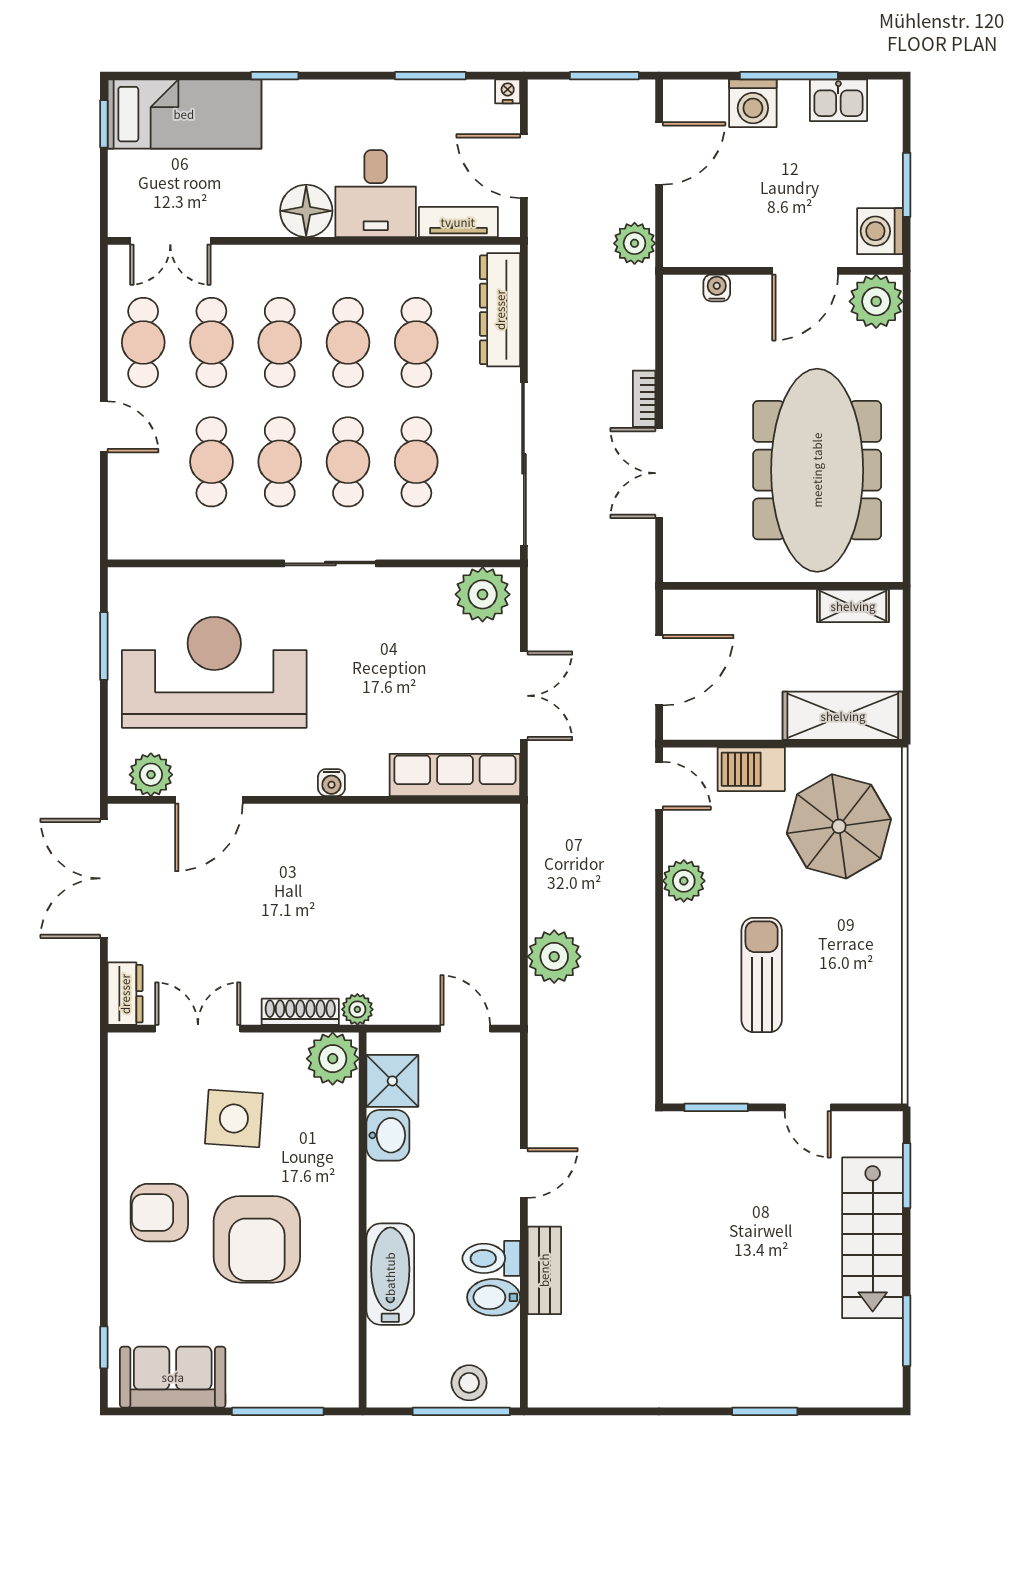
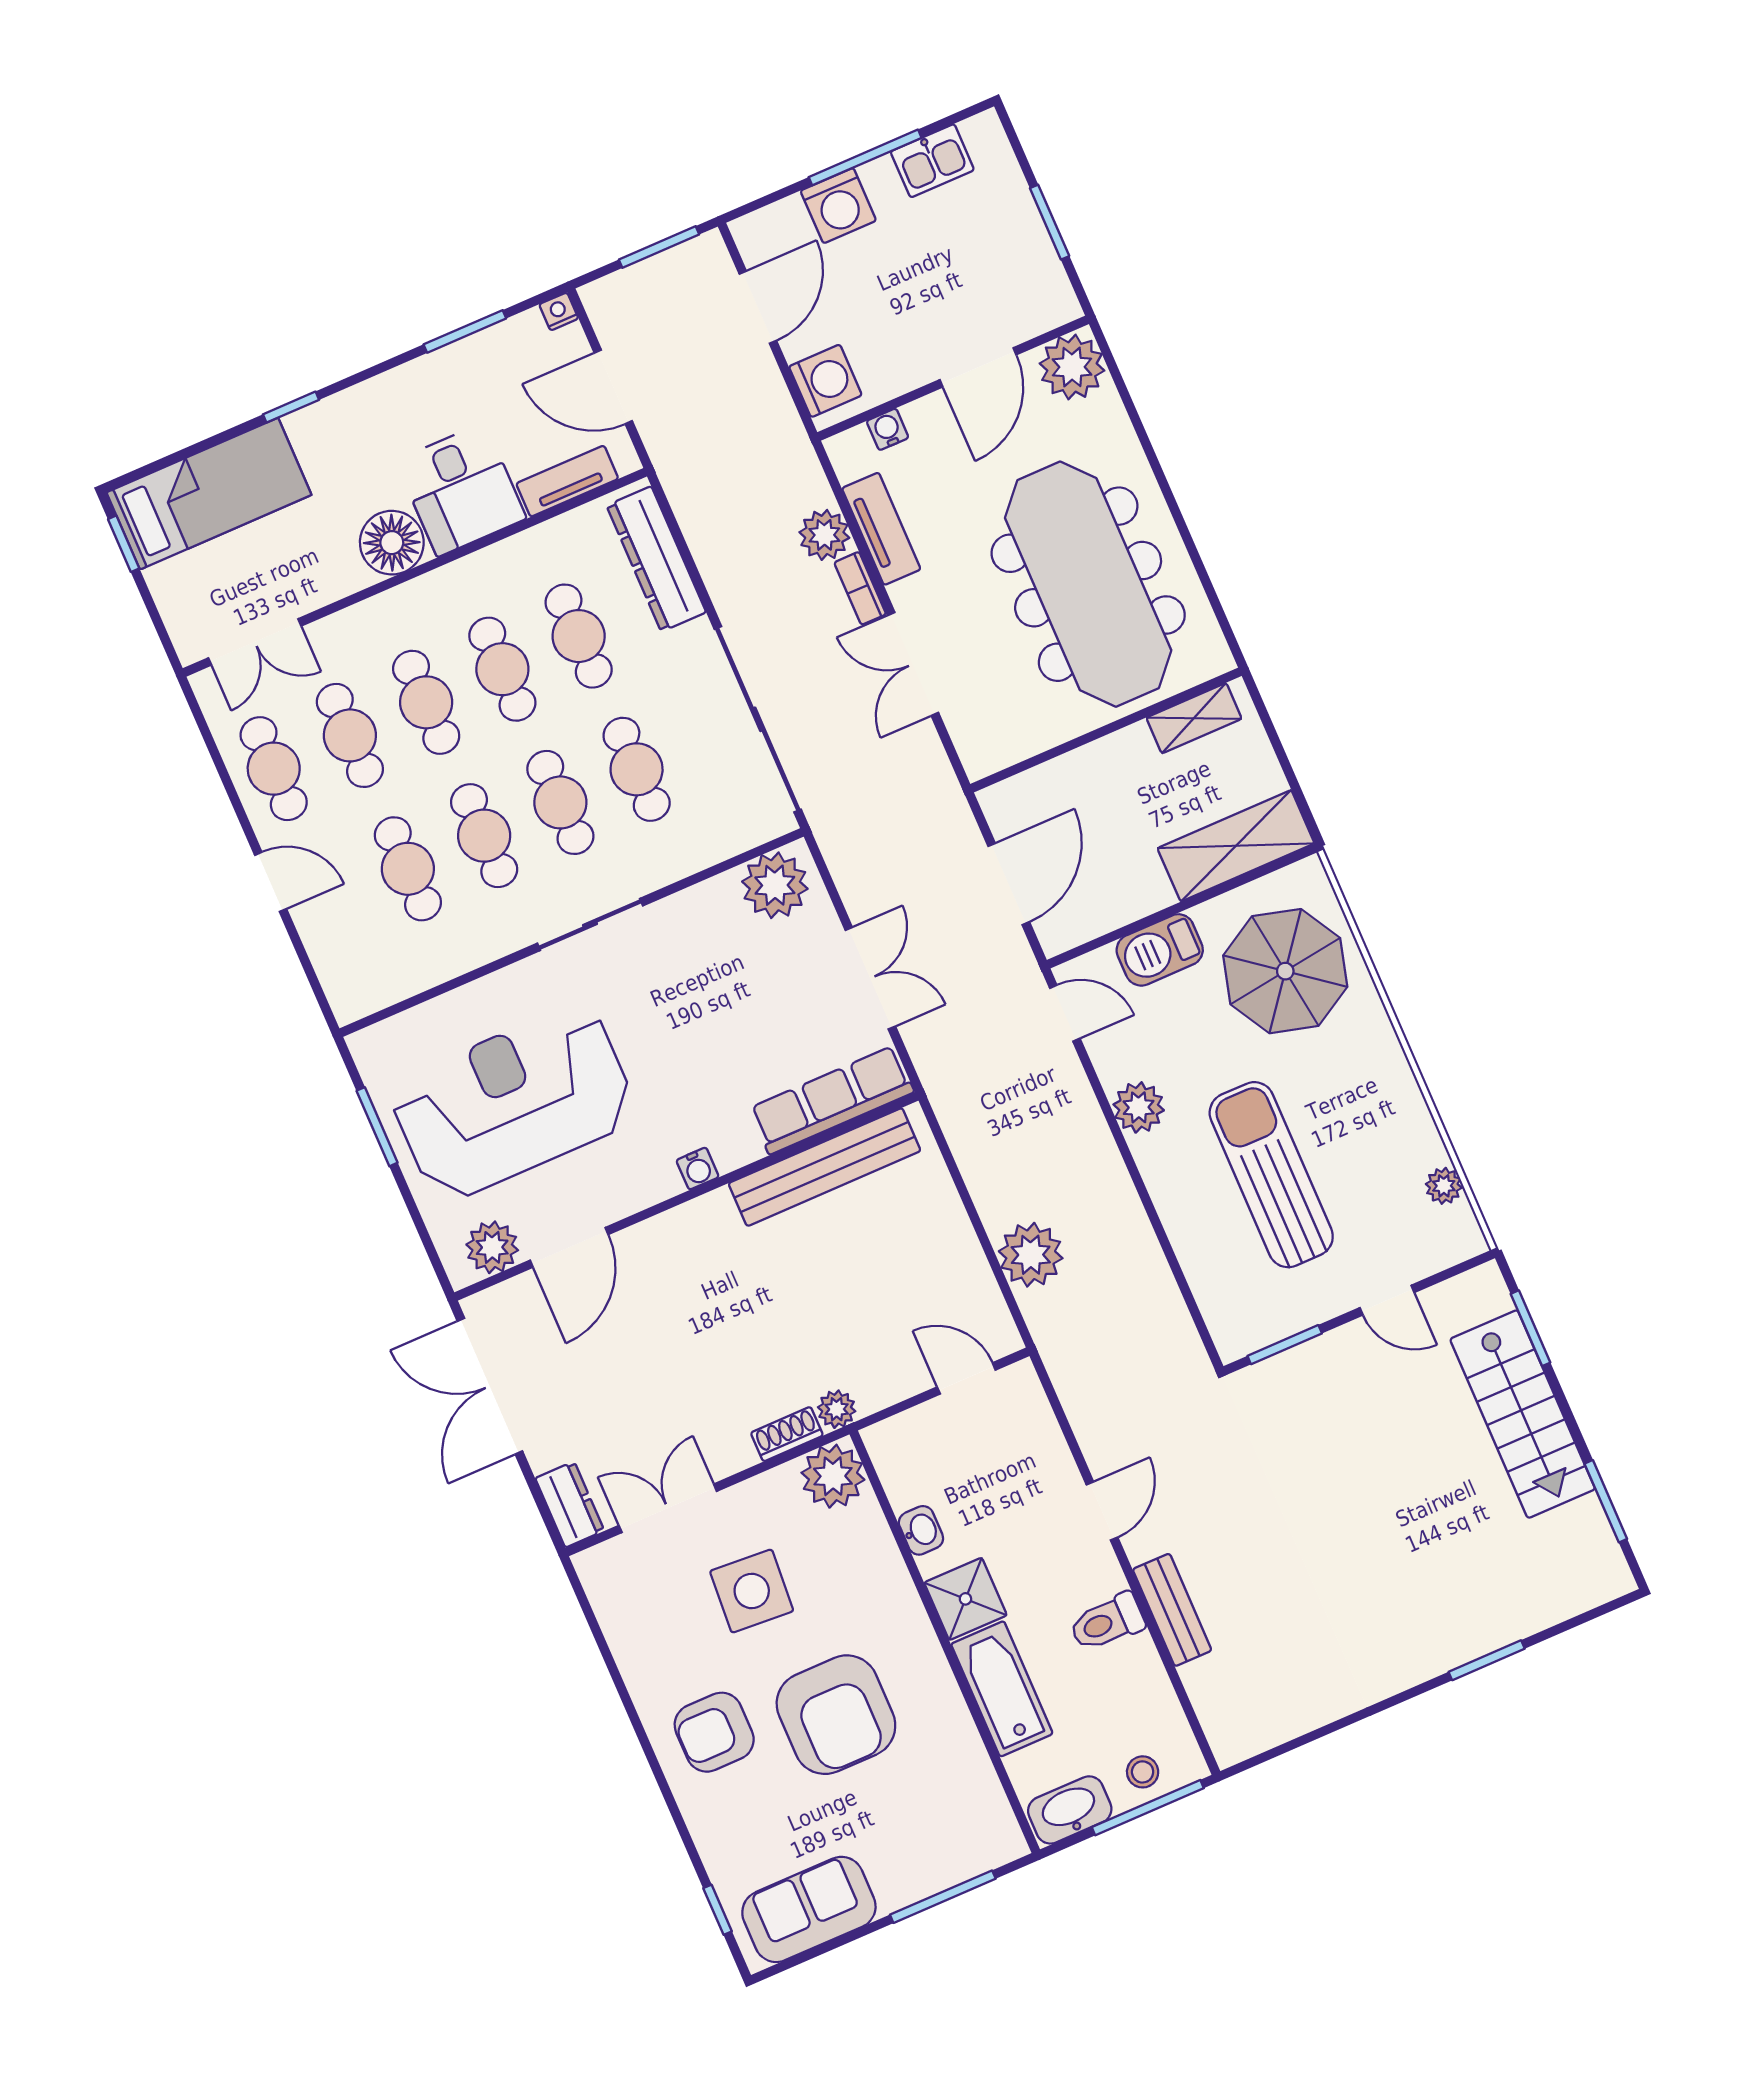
washing machine: (880, 231) -> (825, 381), moved, turned 180
plant: (635, 243) -> (824, 535), moved
tv unit: (679, 361) -> (881, 529), added
bench: (428, 823) -> (825, 1167), added
sun lounger: (762, 975) -> (1271, 1175), width x1.36, depth x1.34
shoe rack: (300, 1012) -> (787, 1434), width x0.70
plant: (888, 1040) -> (1444, 1186), added
shower: (392, 1081) -> (965, 1599), moved
washbasin: (388, 1135) -> (921, 1530), width x0.72, depth x0.69
bidet: (494, 1297) -> (1129, 1665), removed
stool: (469, 1383) -> (1143, 1772), width x0.73, depth x0.73
washbasin: (402, 1388) -> (1070, 1810), added

